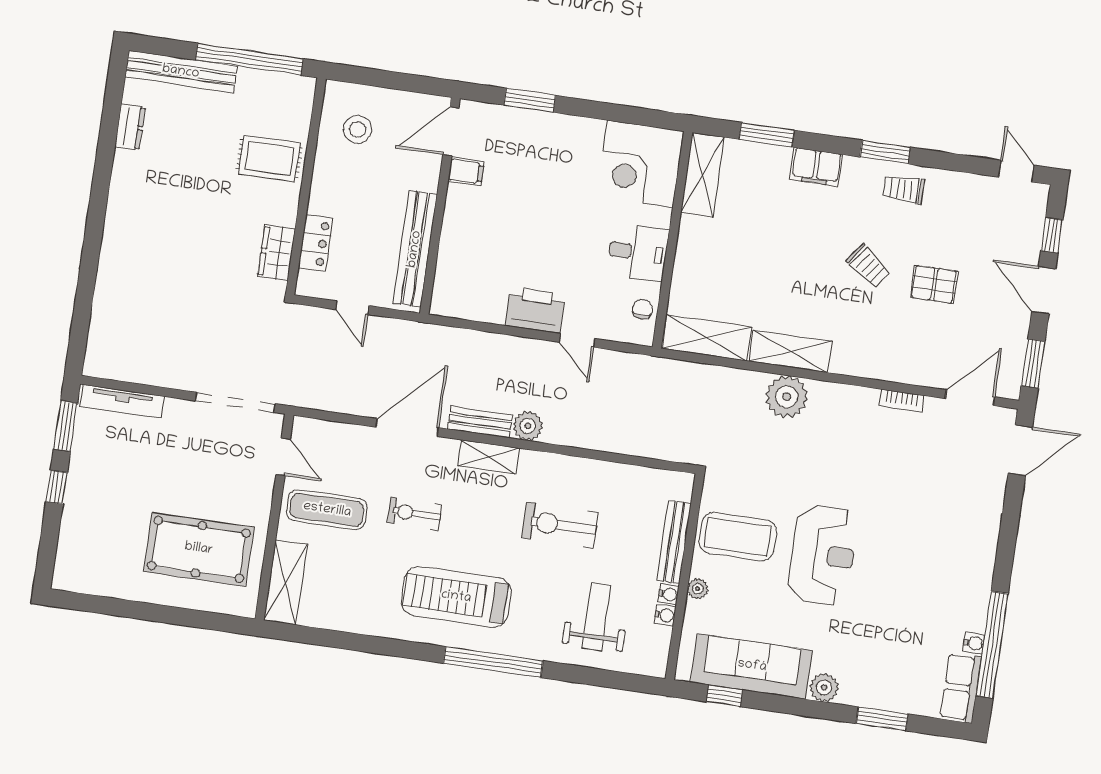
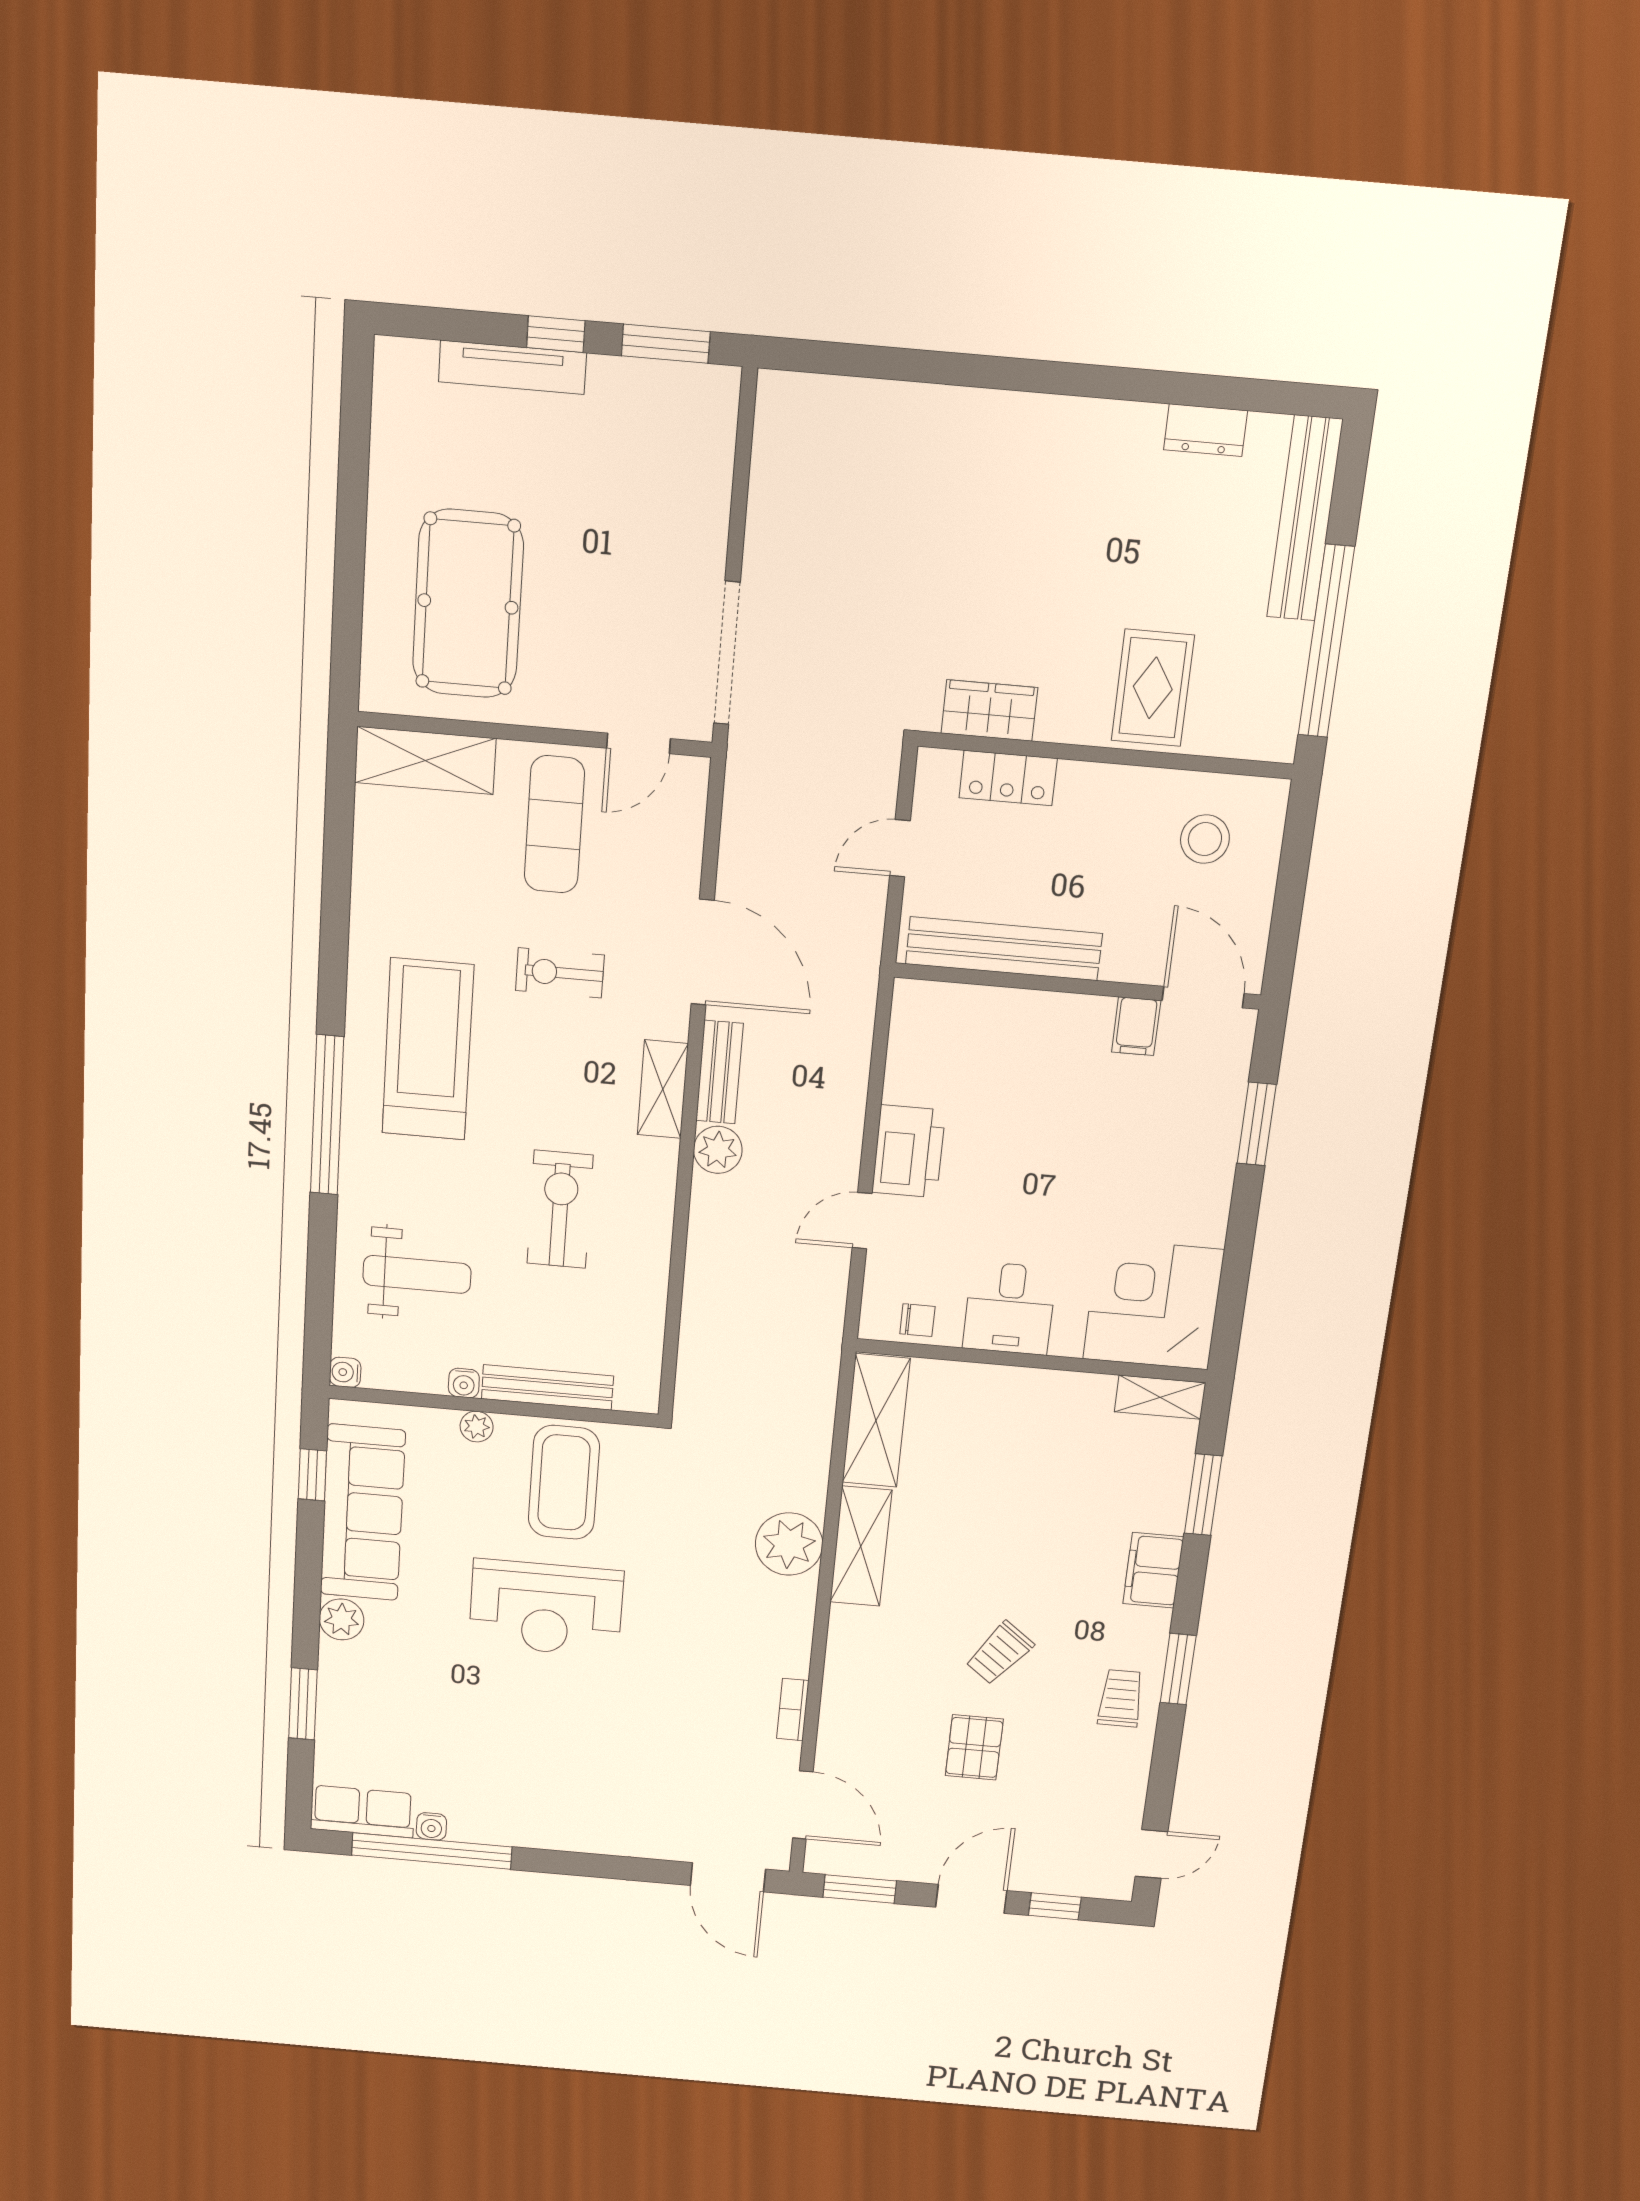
shelving: (703, 175) -> (1160, 1397), width x0.67, depth x0.75
tv unit: (122, 401) -> (512, 367), moved, turned -90
exercise bike: (414, 513) -> (560, 973), turned -90
water cooler: (665, 615) -> (345, 1372), moved, turned 90

